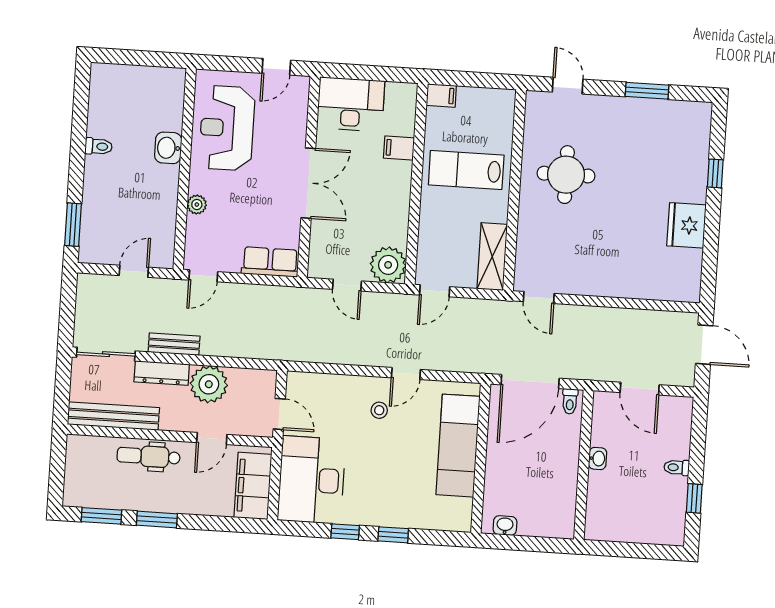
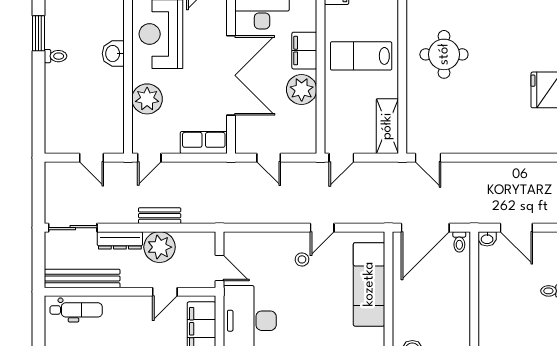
filing cabinet: (399, 148) -> (304, 51), width x2.00
double door: (308, 183) -> (231, 75), width x1.36
plant: (197, 205) -> (147, 99), width x1.88, depth x1.88
window: (73, 225) -> (39, 33), moved
plant: (388, 265) -> (302, 90), moved
door: (134, 271) -> (91, 158), swing flipped
bench: (174, 344) -> (160, 216), moved
dental chair: (149, 456) -> (76, 310), moved, turned 180
washbasin: (598, 458) -> (487, 239), moved, turned 90

